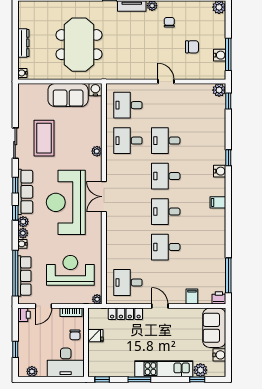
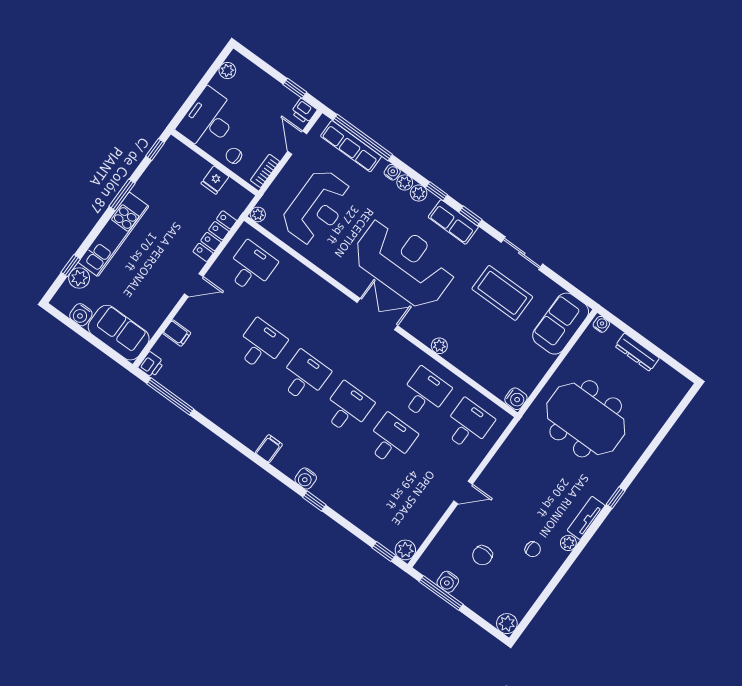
sofa: (68, 95) -> (561, 324), moved
row of seats: (25, 192) -> (453, 222), width x0.68
window: (15, 349) -> (295, 88), moved

